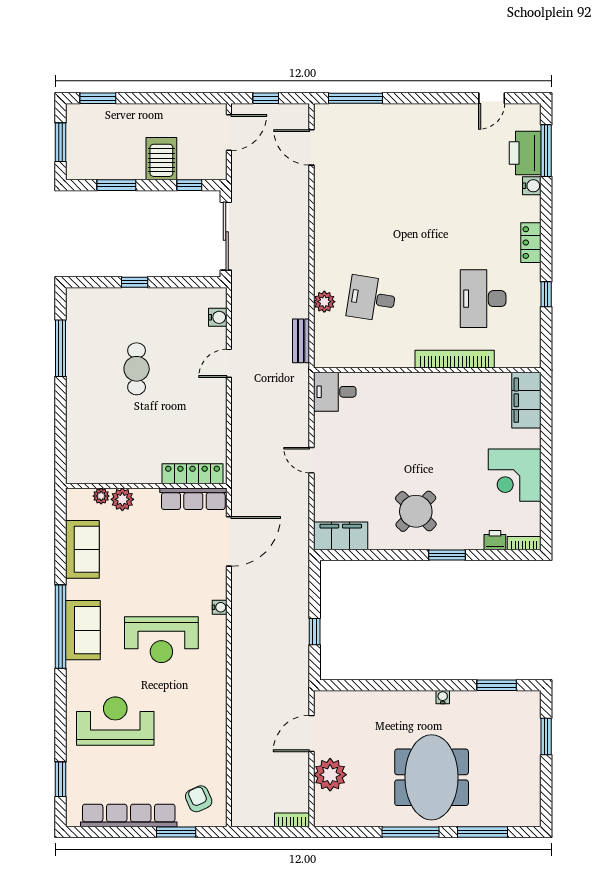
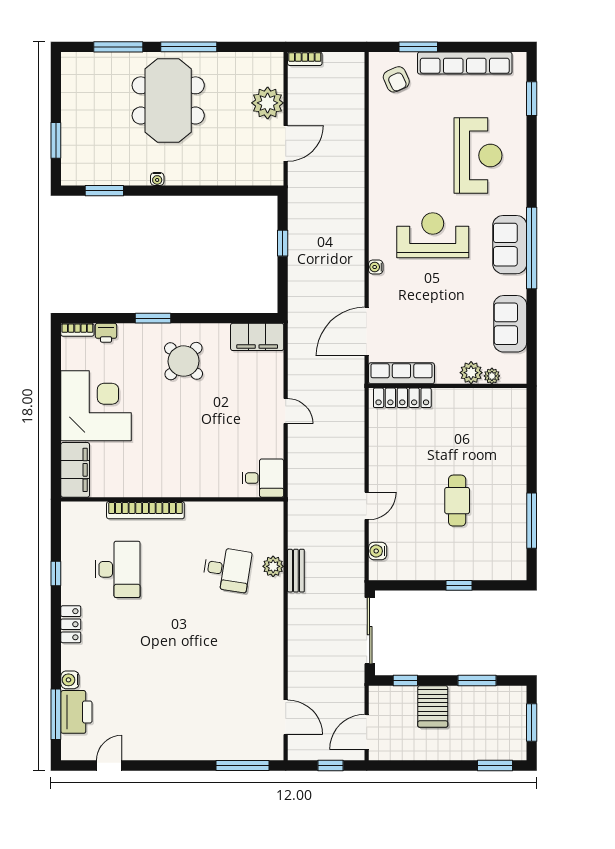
bench: (301, 341) -> (296, 571), moved
corner desk: (515, 475) -> (96, 406), width x1.36, depth x1.36
reception desk: (115, 721) -> (478, 155), turned -90

